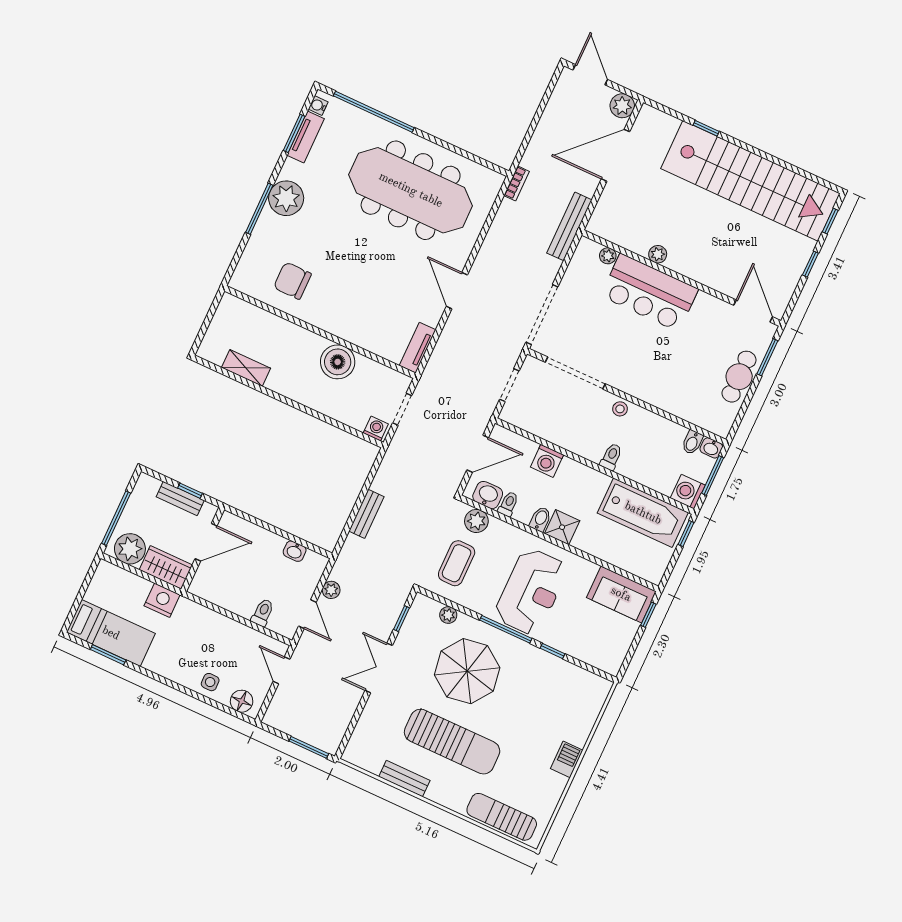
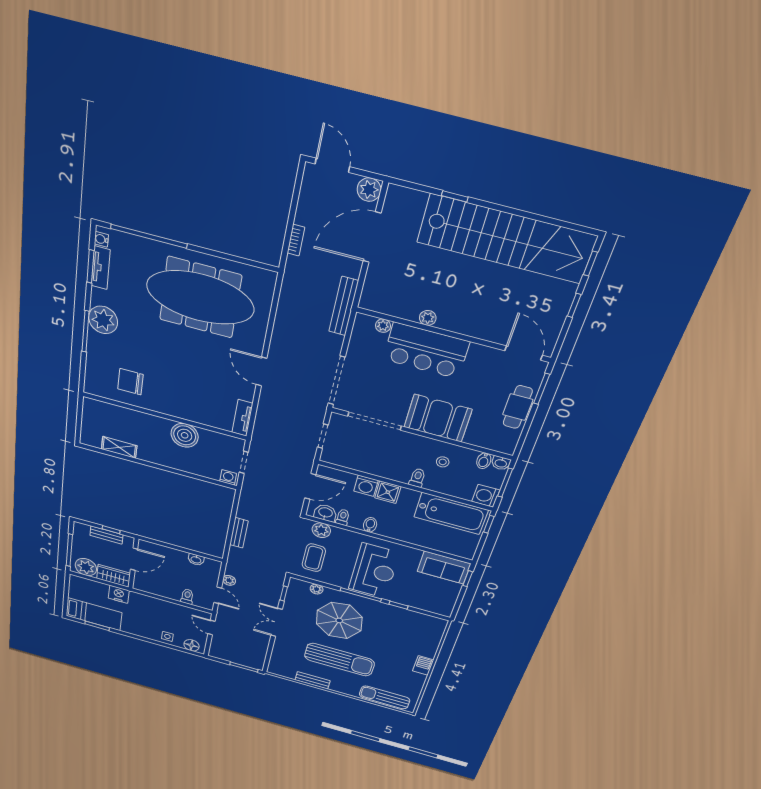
bookcase: (517, 183) -> (296, 240), moved
booth: (649, 379) -> (438, 418), added
stool: (620, 409) -> (443, 462), moved
shower: (562, 527) -> (388, 492), moved

